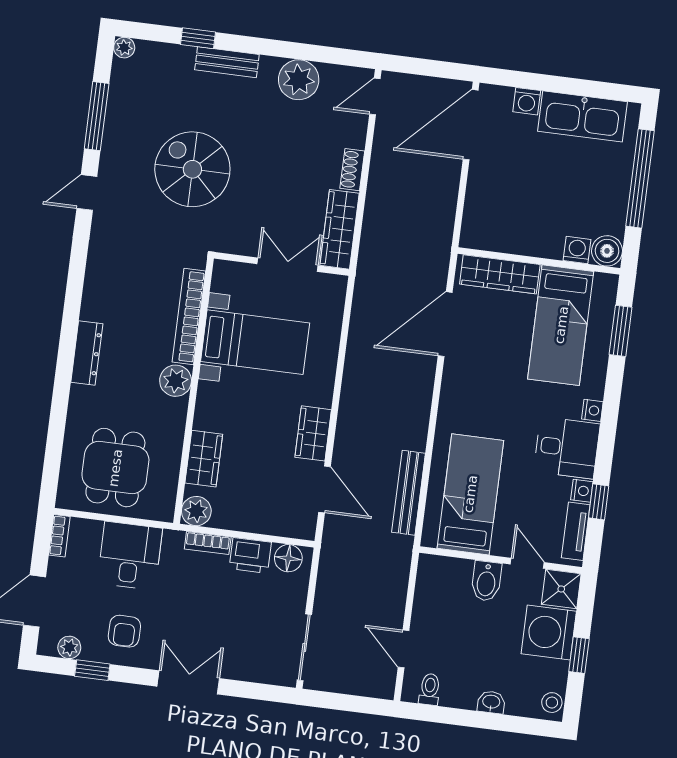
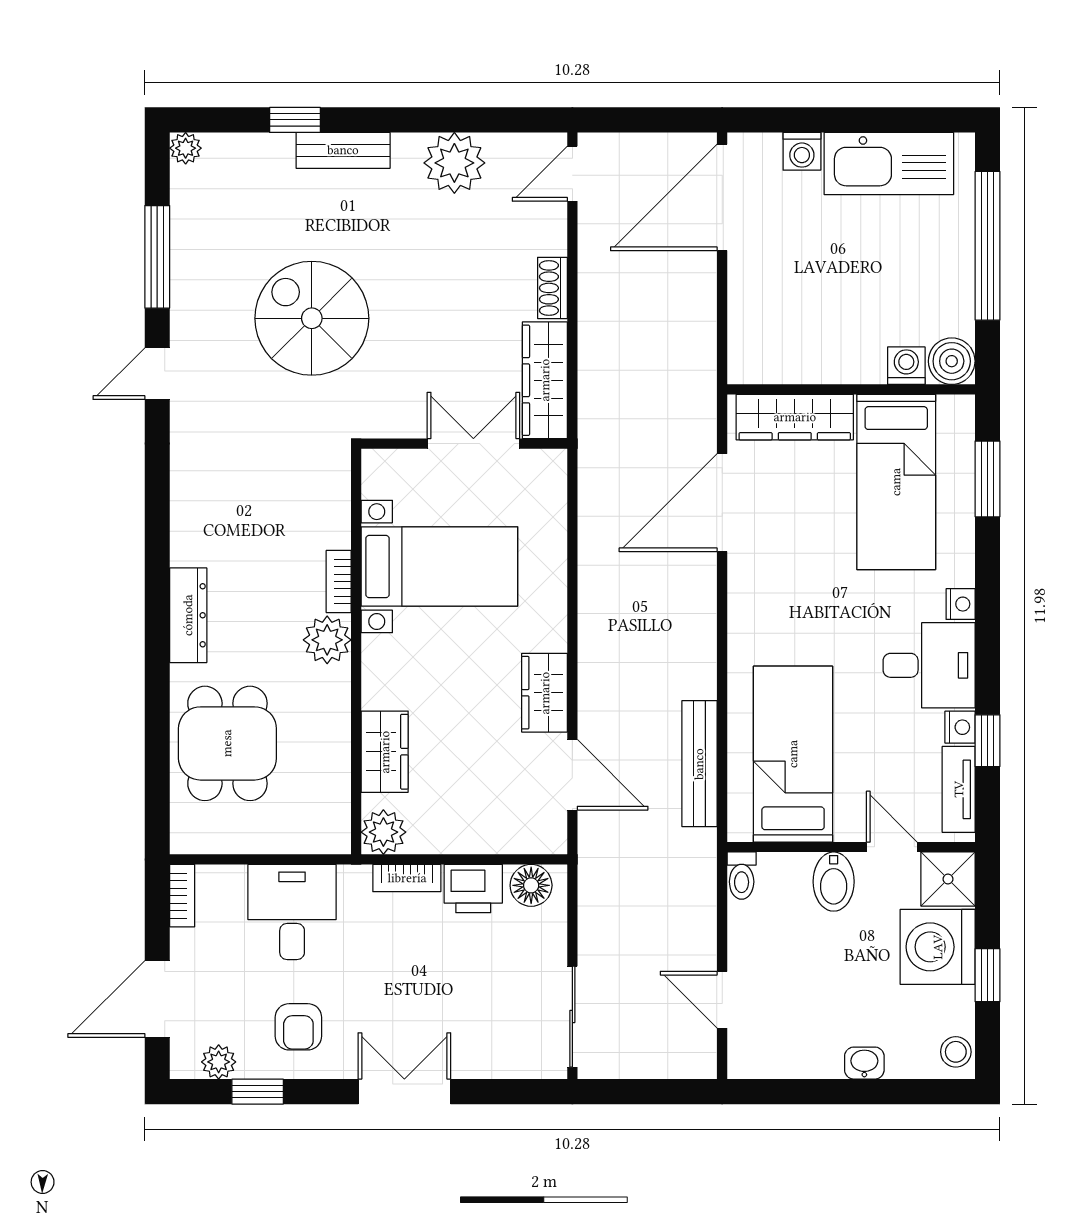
bookcase: (189, 317) -> (339, 581), width x0.43, depth x0.76
dining table: (115, 468) -> (227, 743), moved
toilet: (430, 689) -> (742, 876), moved, turned 180

